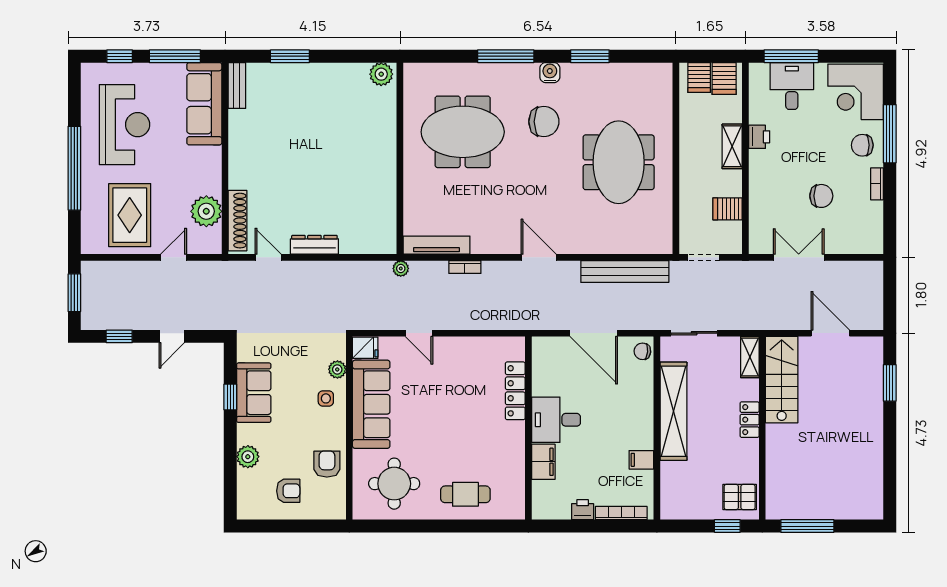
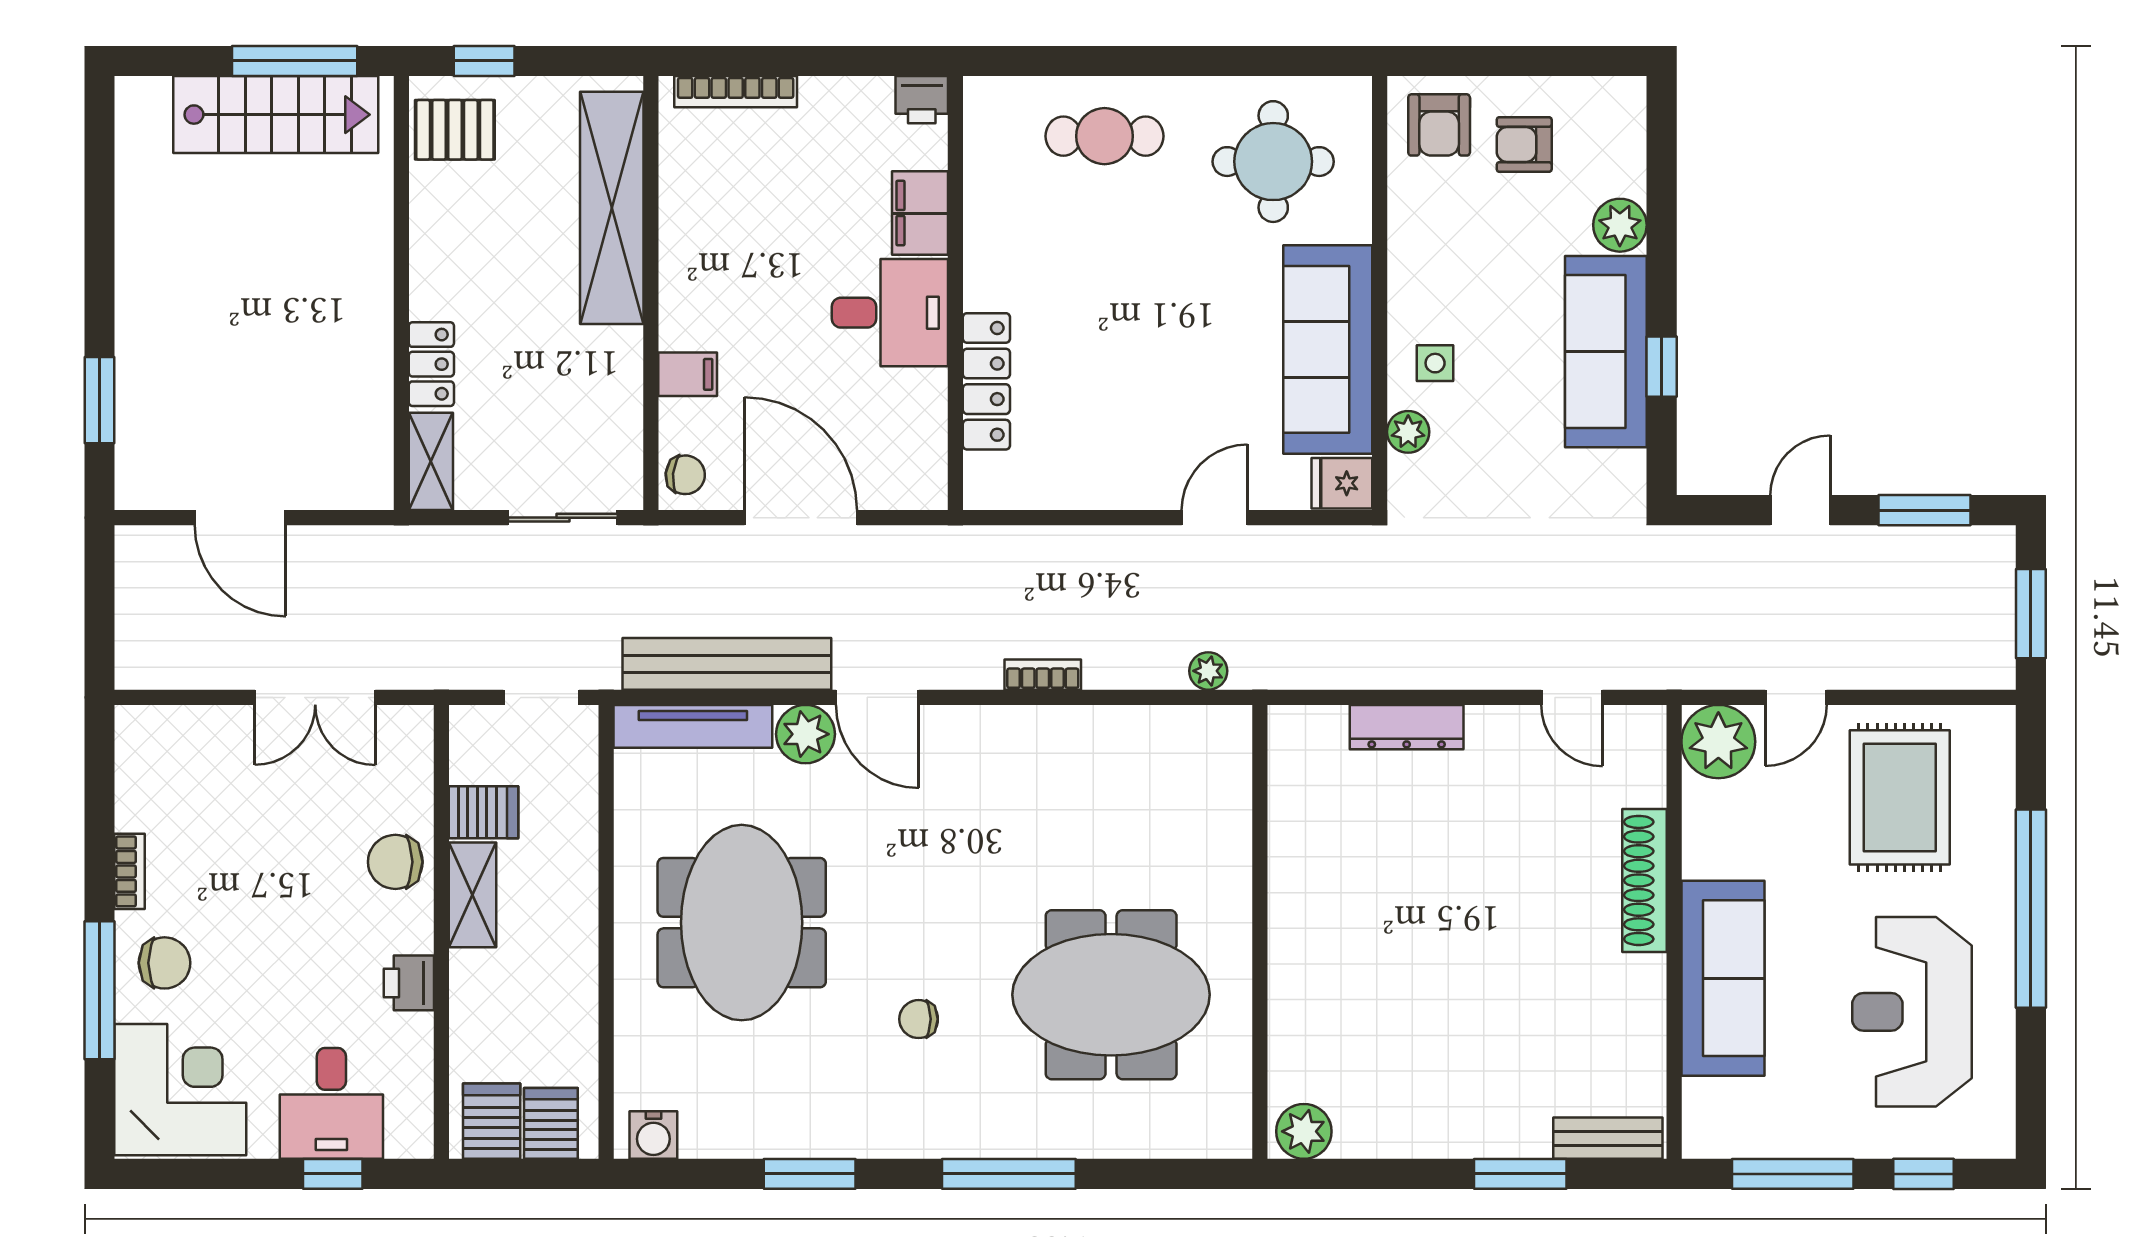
window: (791, 56) -> (333, 1174), width x0.46
water cooler: (550, 73) -> (653, 1135), moved
bench: (237, 85) -> (1608, 1138), moved, turned 90
sofa: (204, 104) -> (1723, 978), moved
chair: (544, 122) -> (919, 1019), width x0.54, depth x0.54
shelving: (732, 146) -> (472, 895), moved
chair: (821, 196) -> (395, 862), moved
plant: (206, 211) -> (1718, 742), moved
shoe rack: (237, 221) -> (1644, 880), moved
plant: (592, 242) -> (806, 734), added
dresser: (314, 245) -> (1407, 727), moved
tv unit: (436, 245) -> (693, 726), moved
door: (539, 257) -> (877, 697), moved
bookcase: (465, 267) -> (1043, 675), moved
plant: (401, 269) -> (1208, 671), moved
door: (419, 333) -> (1215, 518), hinge flipped
window: (119, 336) -> (1925, 510), width x1.50
stairs: (782, 380) -> (276, 115), moved, turned -90
sofa: (254, 393) -> (1606, 352), width x1.36
shelving: (673, 411) -> (612, 208), moved
locker: (750, 420) -> (431, 364), moved
filing cabinet: (641, 460) -> (688, 374), moved
armchair: (327, 464) -> (1439, 125), moved
printer: (583, 510) -> (922, 100), moved

